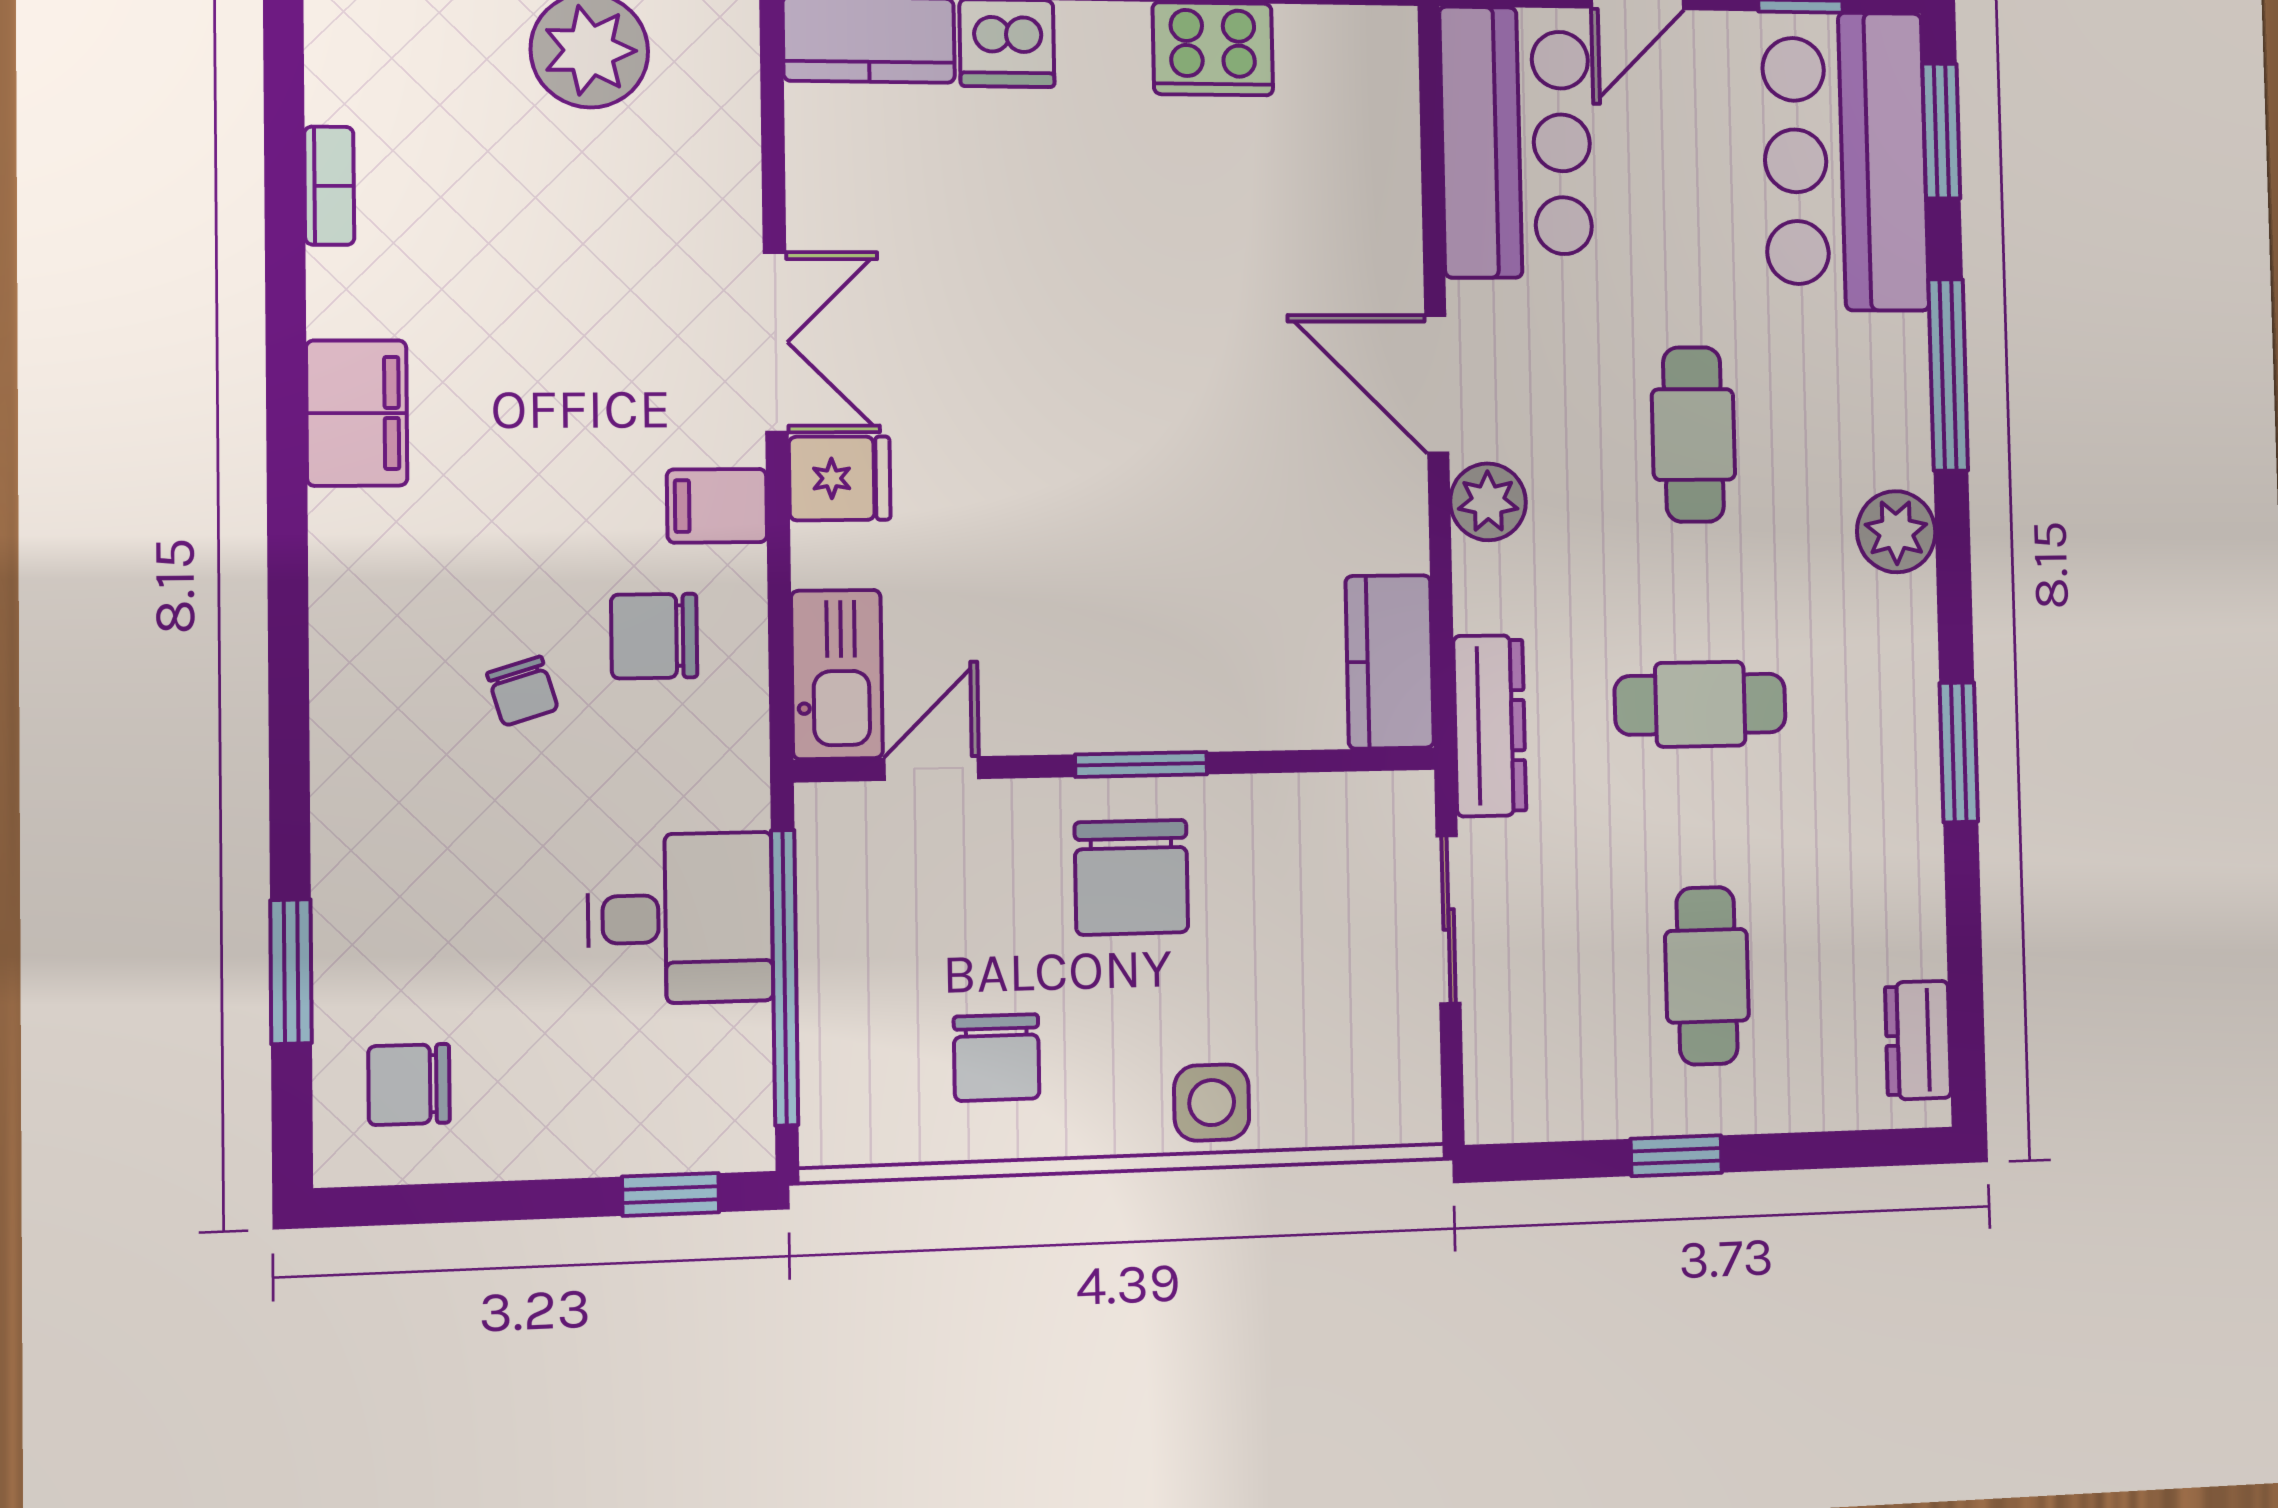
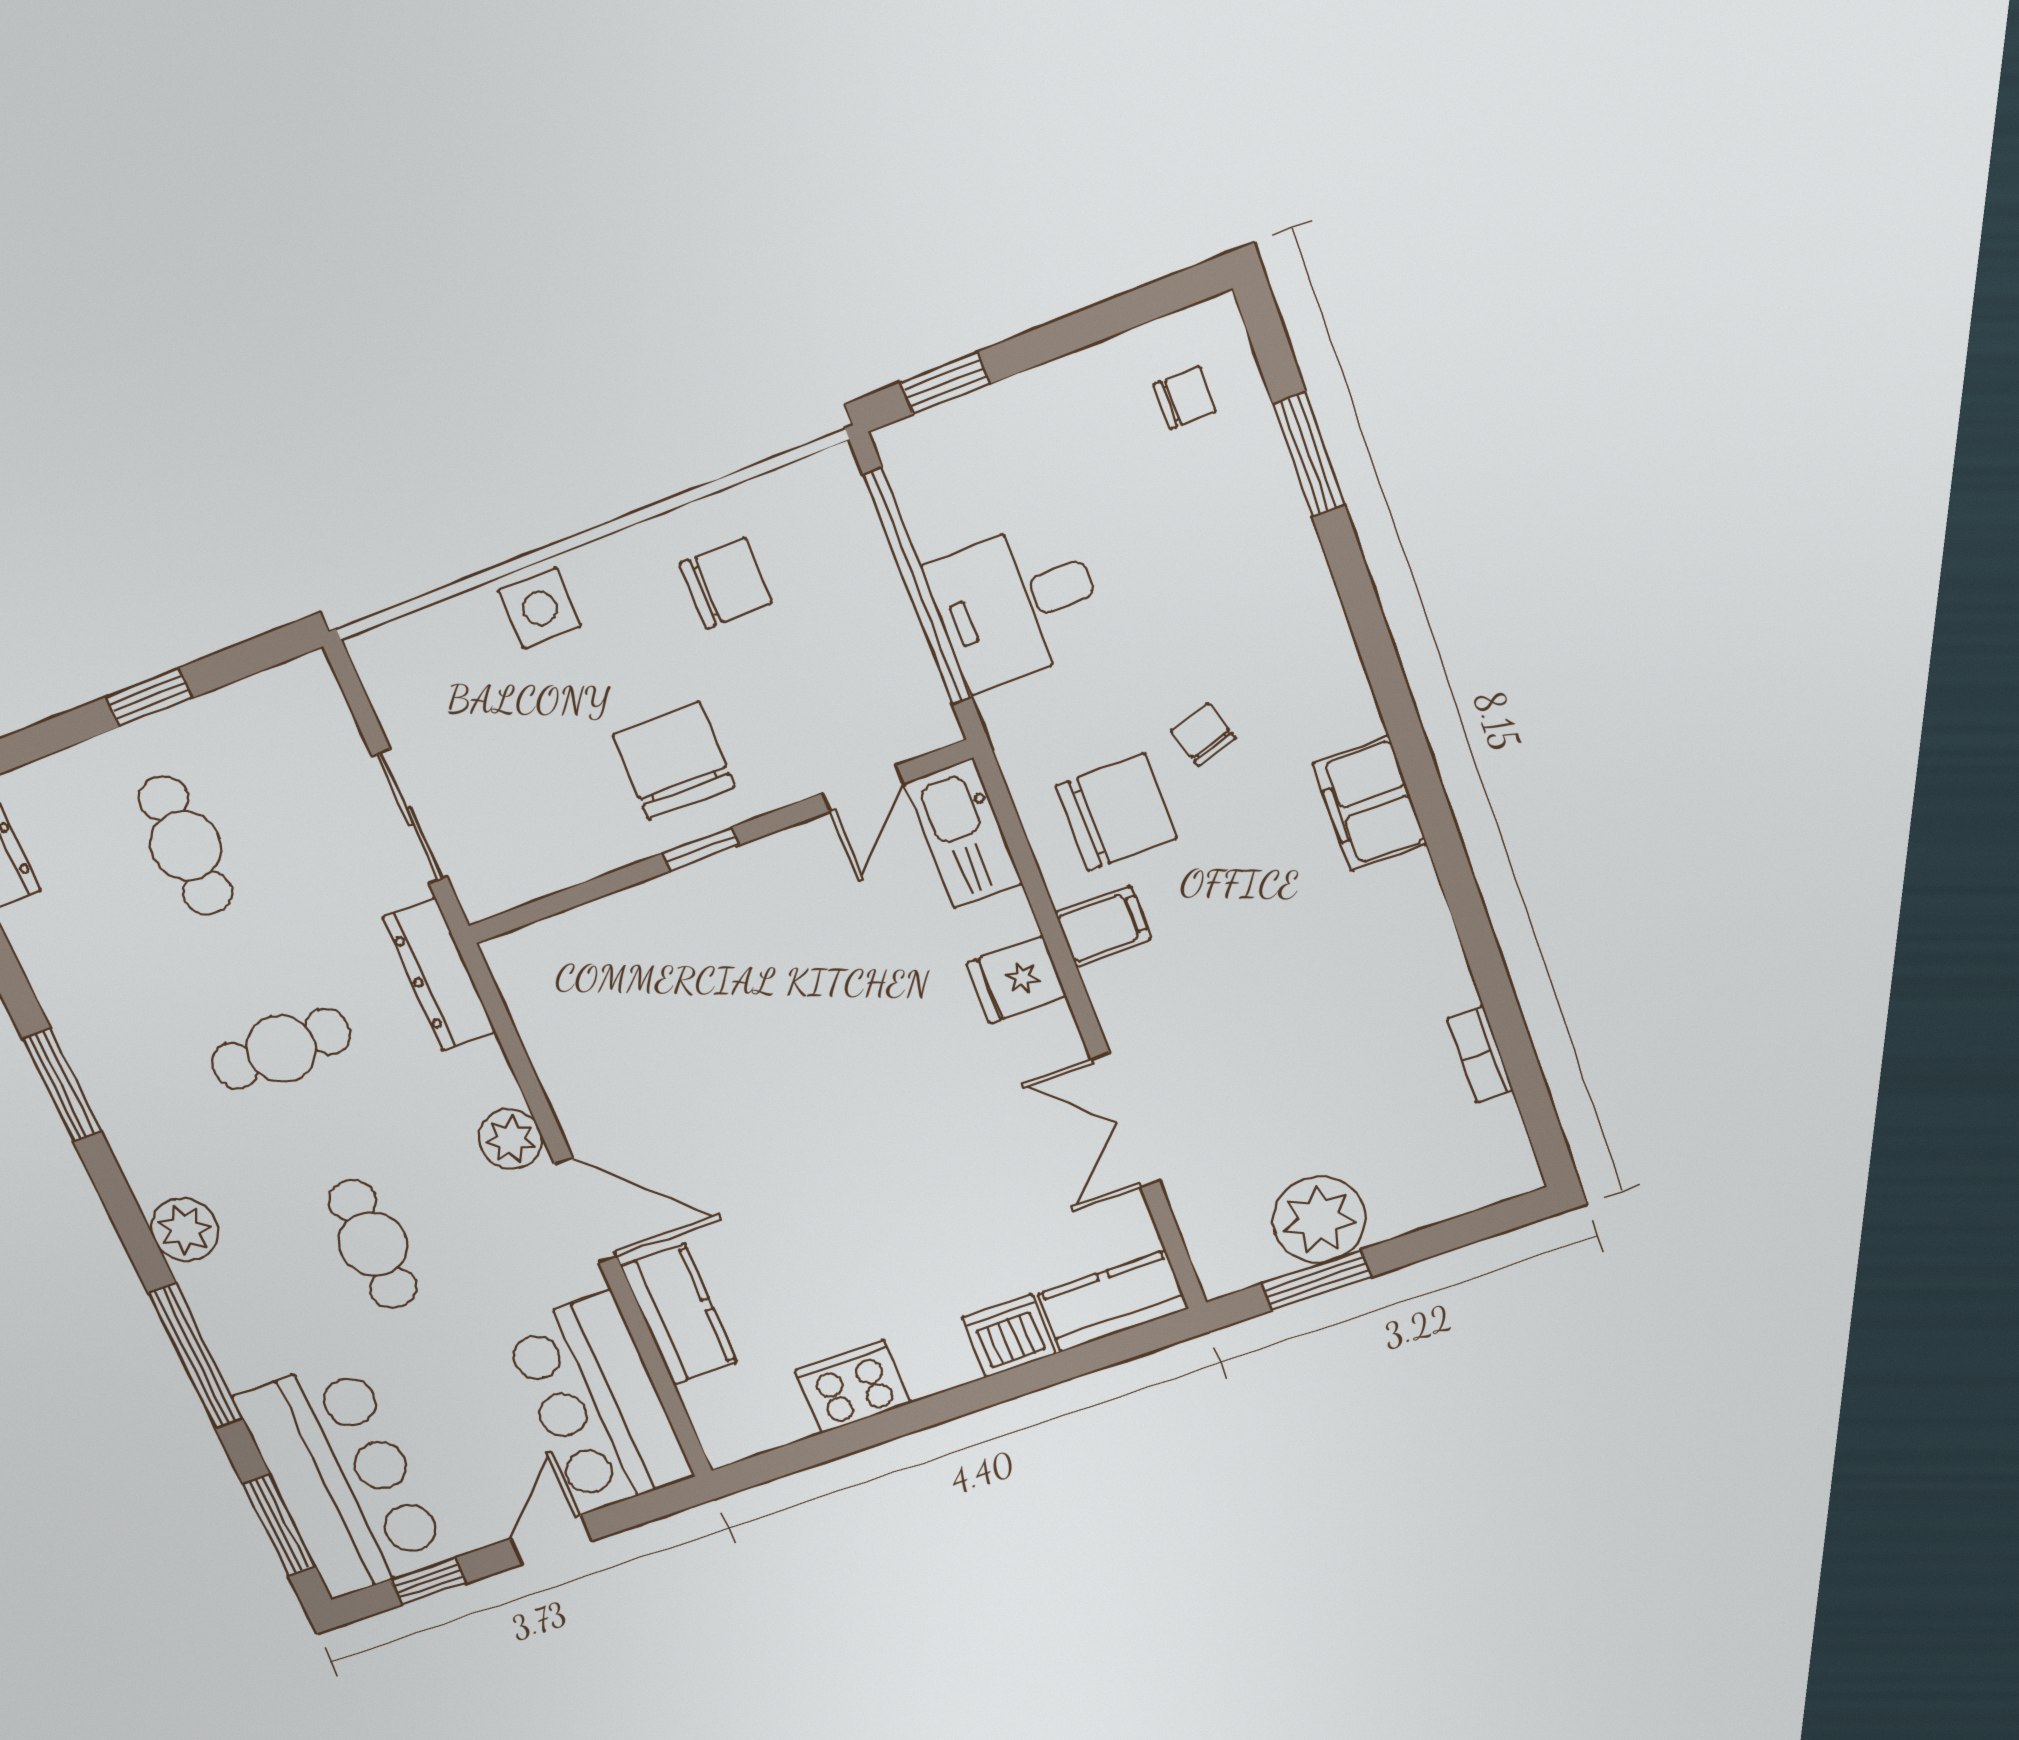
double door: (776, 342) -> (1125, 1120), moved
filing cabinet: (357, 413) -> (1370, 804), moved
chair: (654, 636) -> (1116, 812), width x1.37, depth x1.37
kitchen counter: (1390, 662) -> (679, 1314), moved
window: (1141, 764) -> (700, 849), width x0.67
chair: (997, 1058) -> (726, 583), turned 90
chair: (409, 1084) -> (1185, 398), width x0.73, depth x0.73

